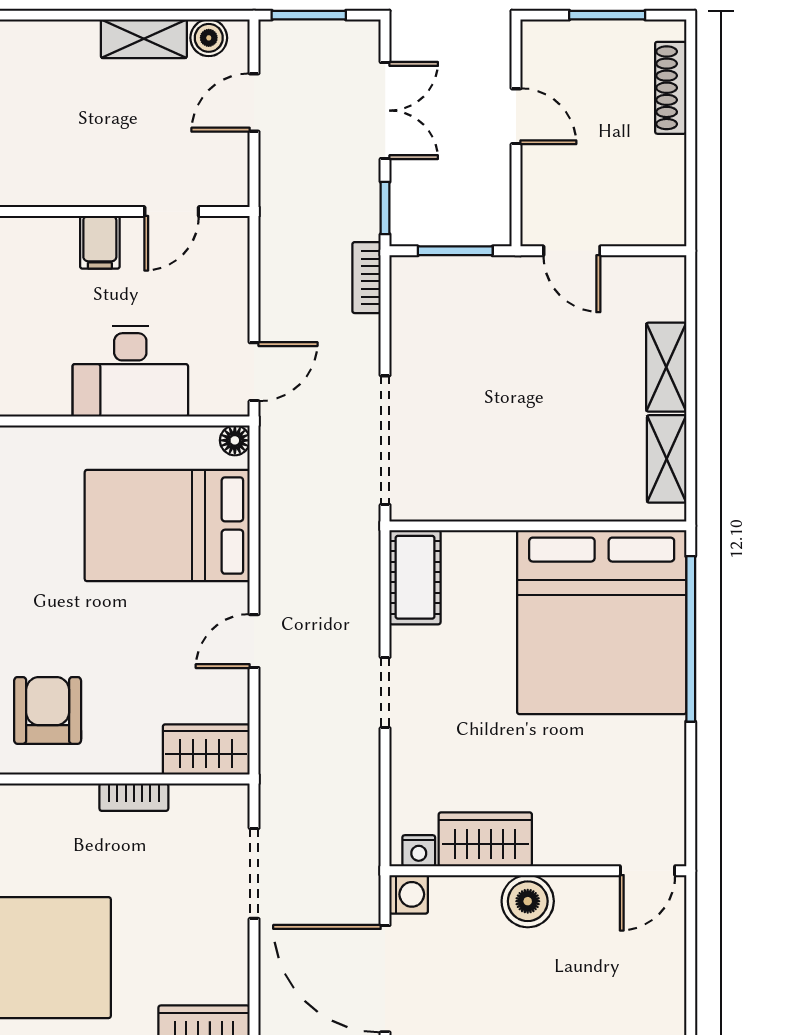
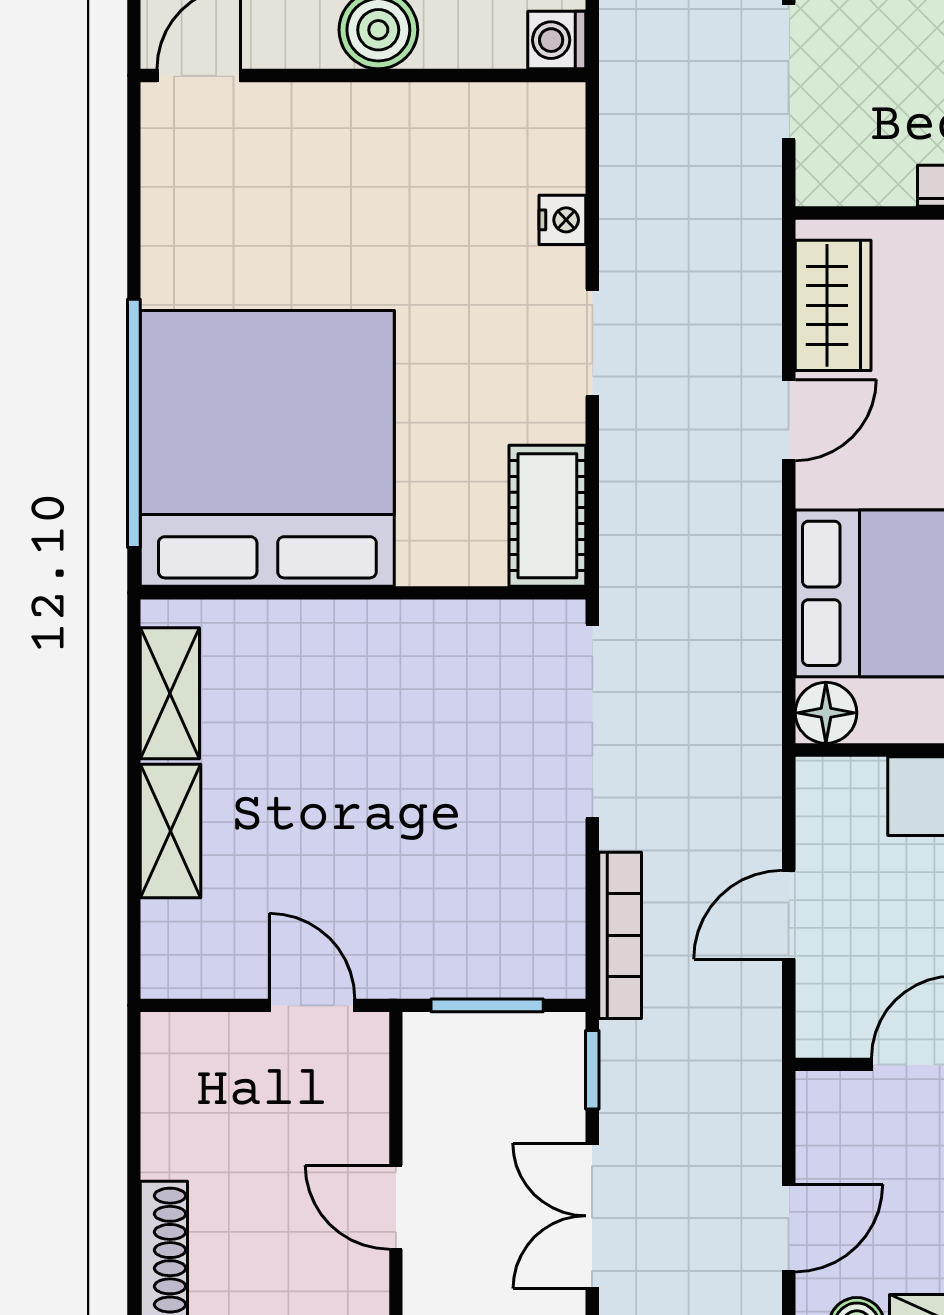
bookcase: (367, 278) -> (620, 935), width x1.56
door: (254, 372) -> (789, 915), moved
floor lamp: (235, 440) -> (826, 713), width x1.37, depth x1.37
wardrobe: (206, 750) -> (833, 305), moved, turned -90
wardrobe: (485, 839) -> (442, 123), removed
nightstand: (419, 851) -> (562, 220), moved, turned 90

